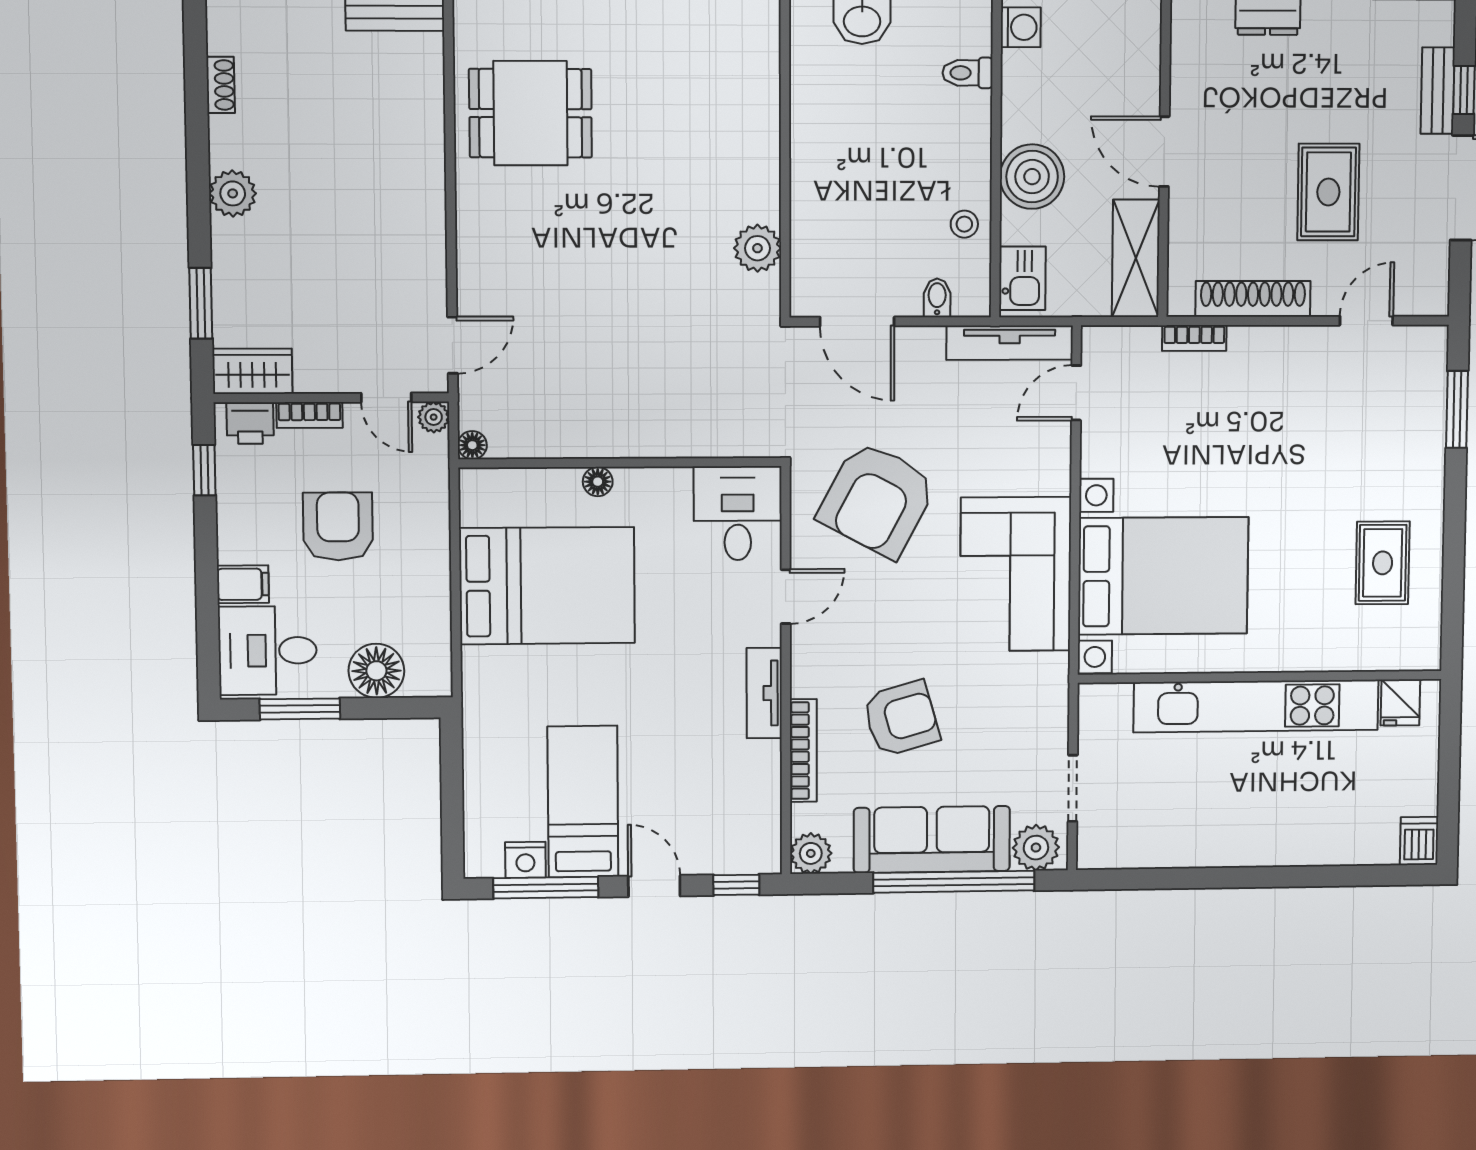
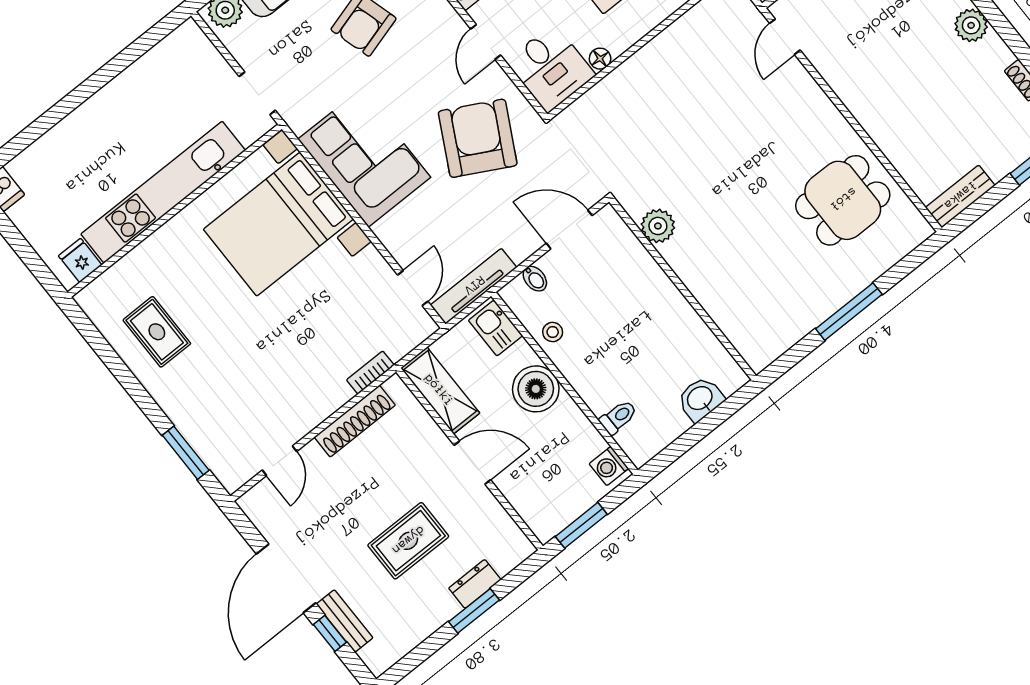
rug: (1328, 192) -> (408, 541), moved, turned 90
floor lamp: (598, 482) -> (600, 59), moved
doorway: (1073, 788) -> (257, 93), moved

